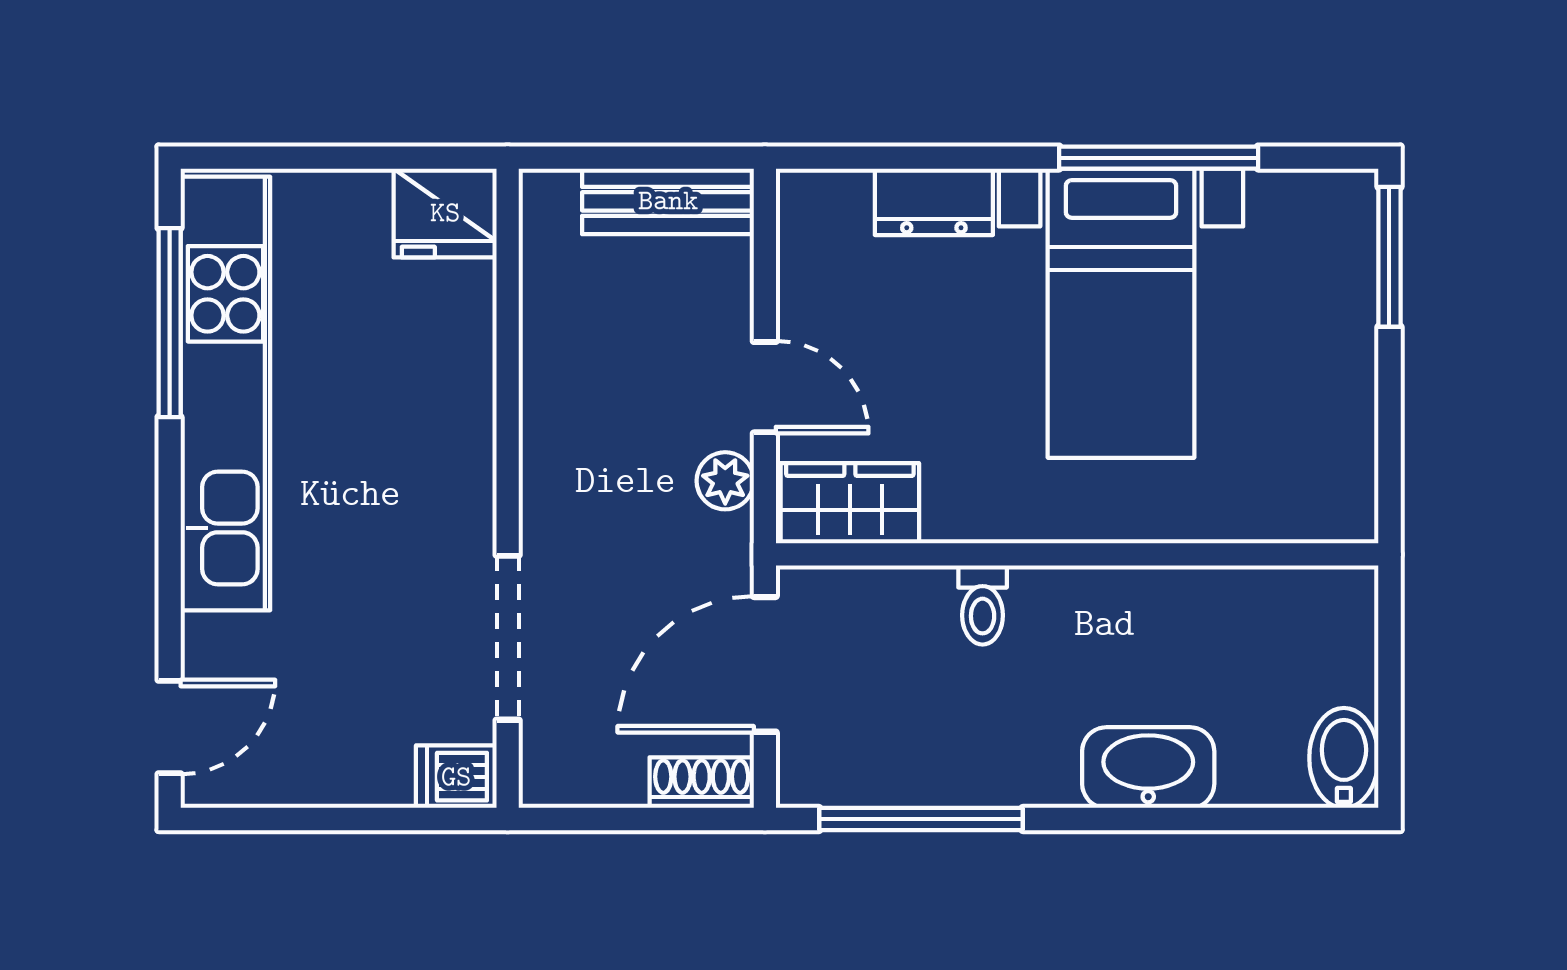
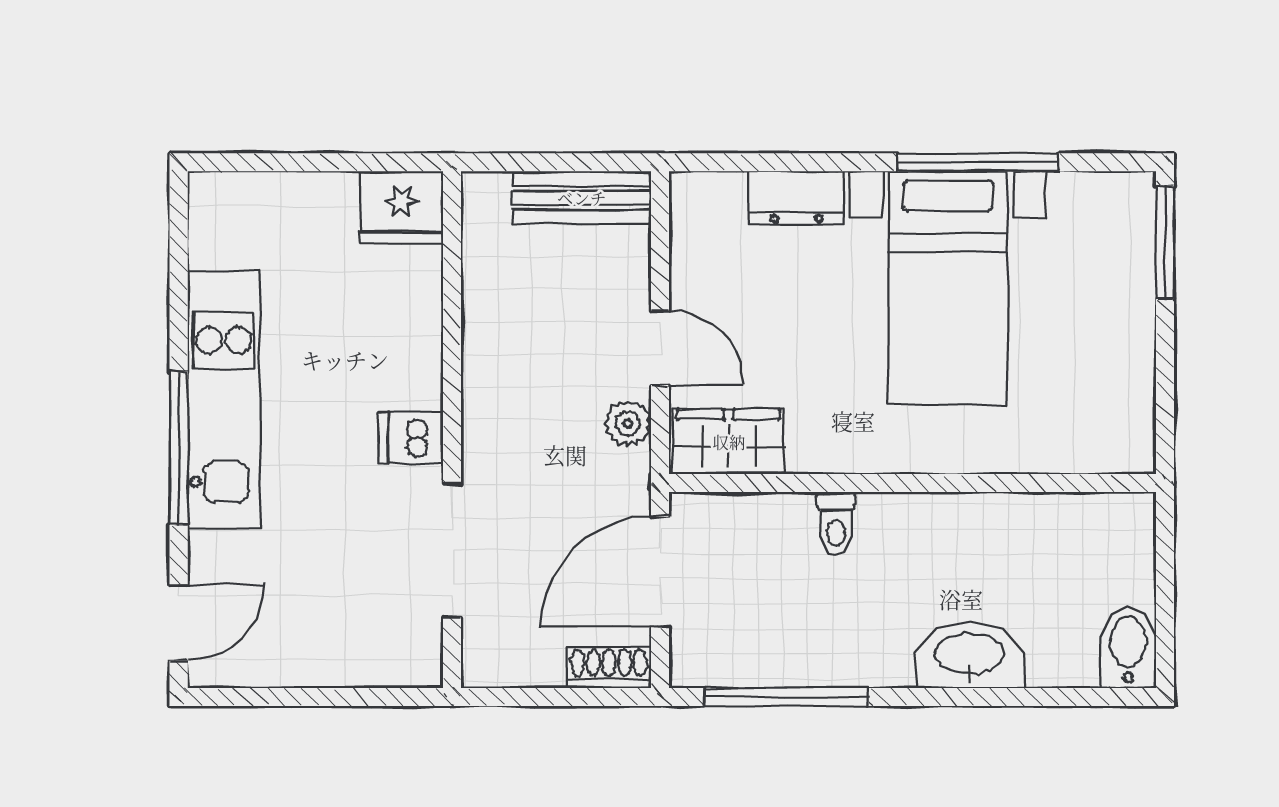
window: (170, 323) -> (179, 448), moved
kitchen unit: (225, 394) -> (224, 400), width x0.73
dishwasher: (456, 777) -> (410, 438), moved

